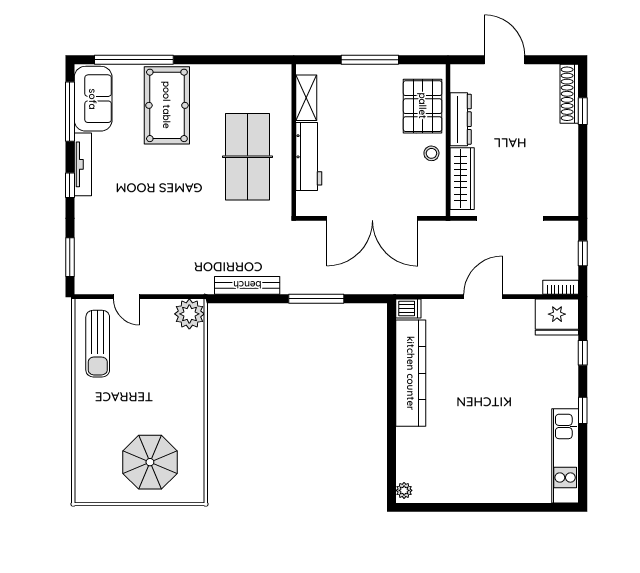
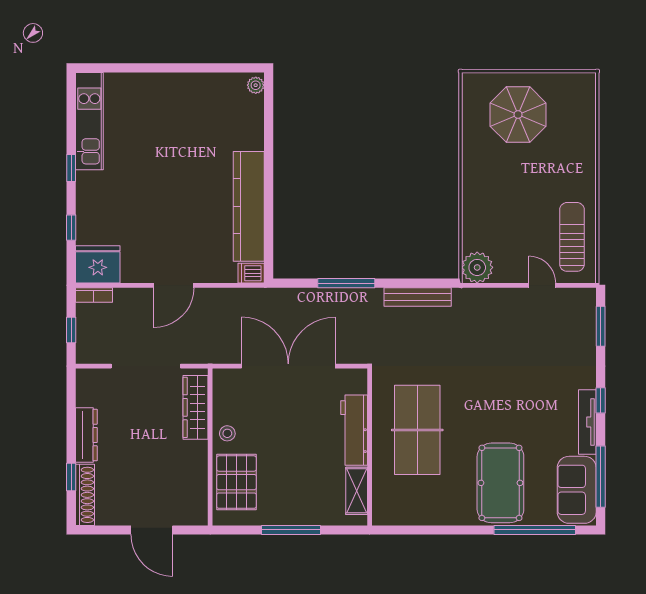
dresser: (461, 119) -> (86, 435), moved, turned 180

